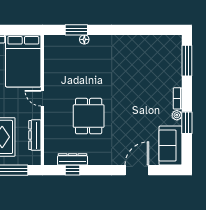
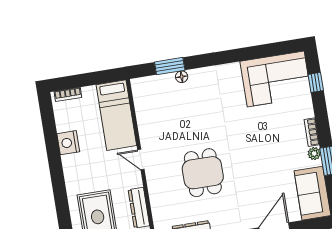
corner sofa: (156, 53) -> (276, 79), added
bed: (23, 61) -> (116, 115), width x0.67
window: (187, 61) -> (316, 82), width x0.46

